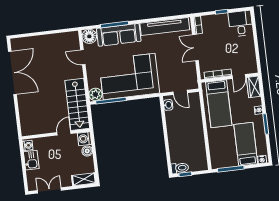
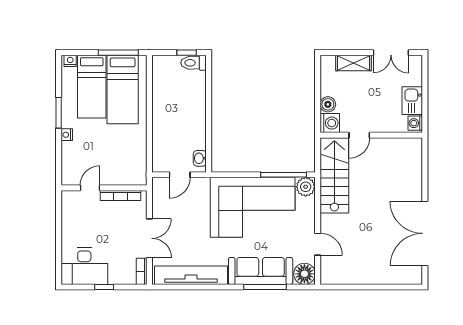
desk: (241, 23) -> (84, 266), width x1.37
wardrobe: (254, 87) -> (70, 170), removed
door: (180, 92) -> (180, 175), swing flipped
bed: (219, 104) -> (123, 90), moved, turned 180
shelving: (84, 179) -> (353, 63), moved

